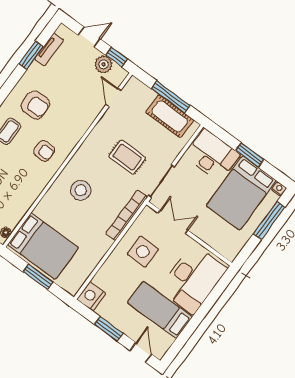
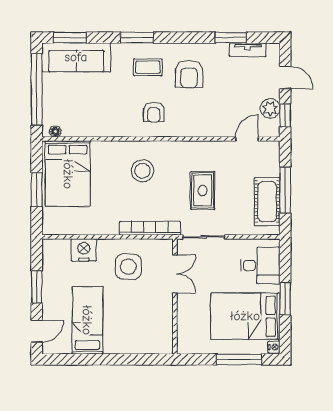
desk: (212, 155) -> (260, 266), width x0.73
desk: (193, 279) -> (137, 330), removed
nightstand: (91, 296) -> (84, 250), moved

